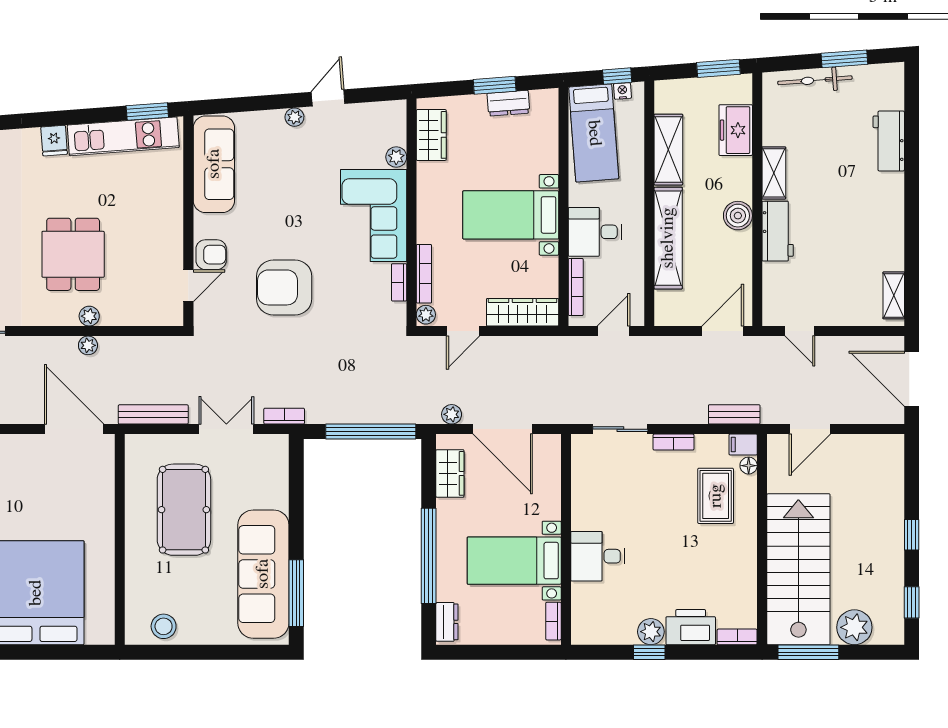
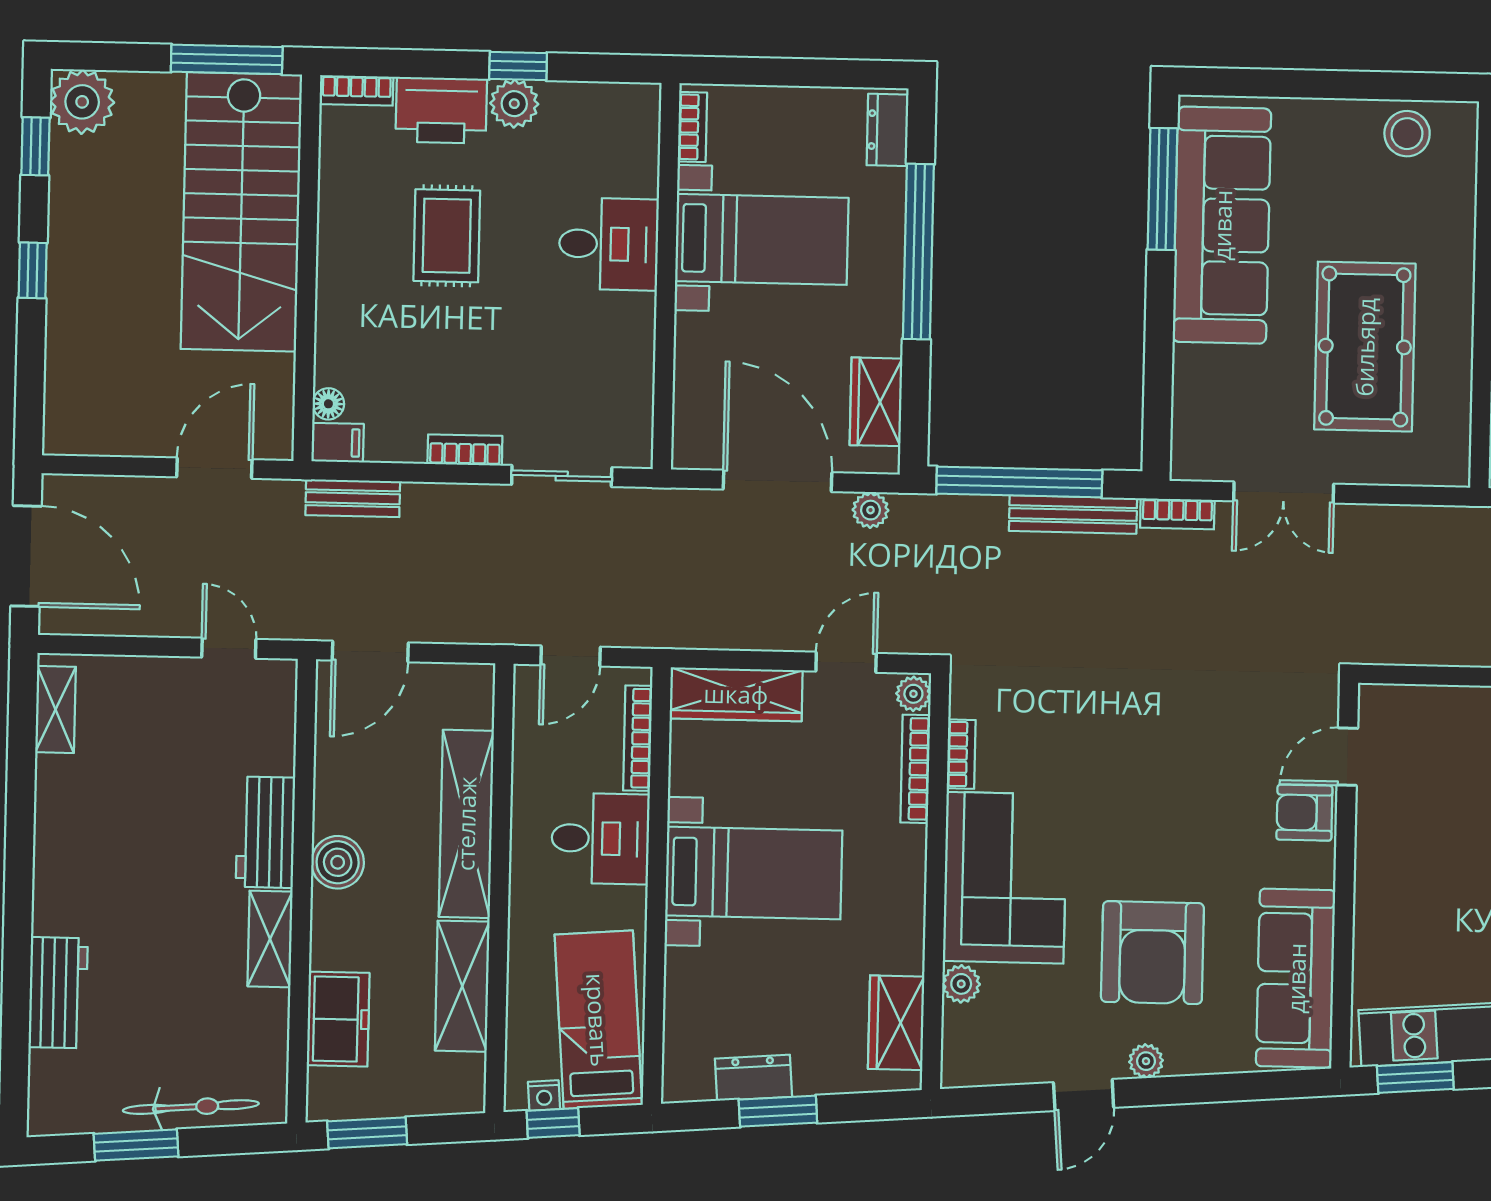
armchair: (284, 287) -> (1152, 953), moved, turned 90
bench: (153, 414) -> (1073, 514), moved
rug: (716, 496) -> (447, 236), moved
plant: (854, 627) -> (82, 102), moved

